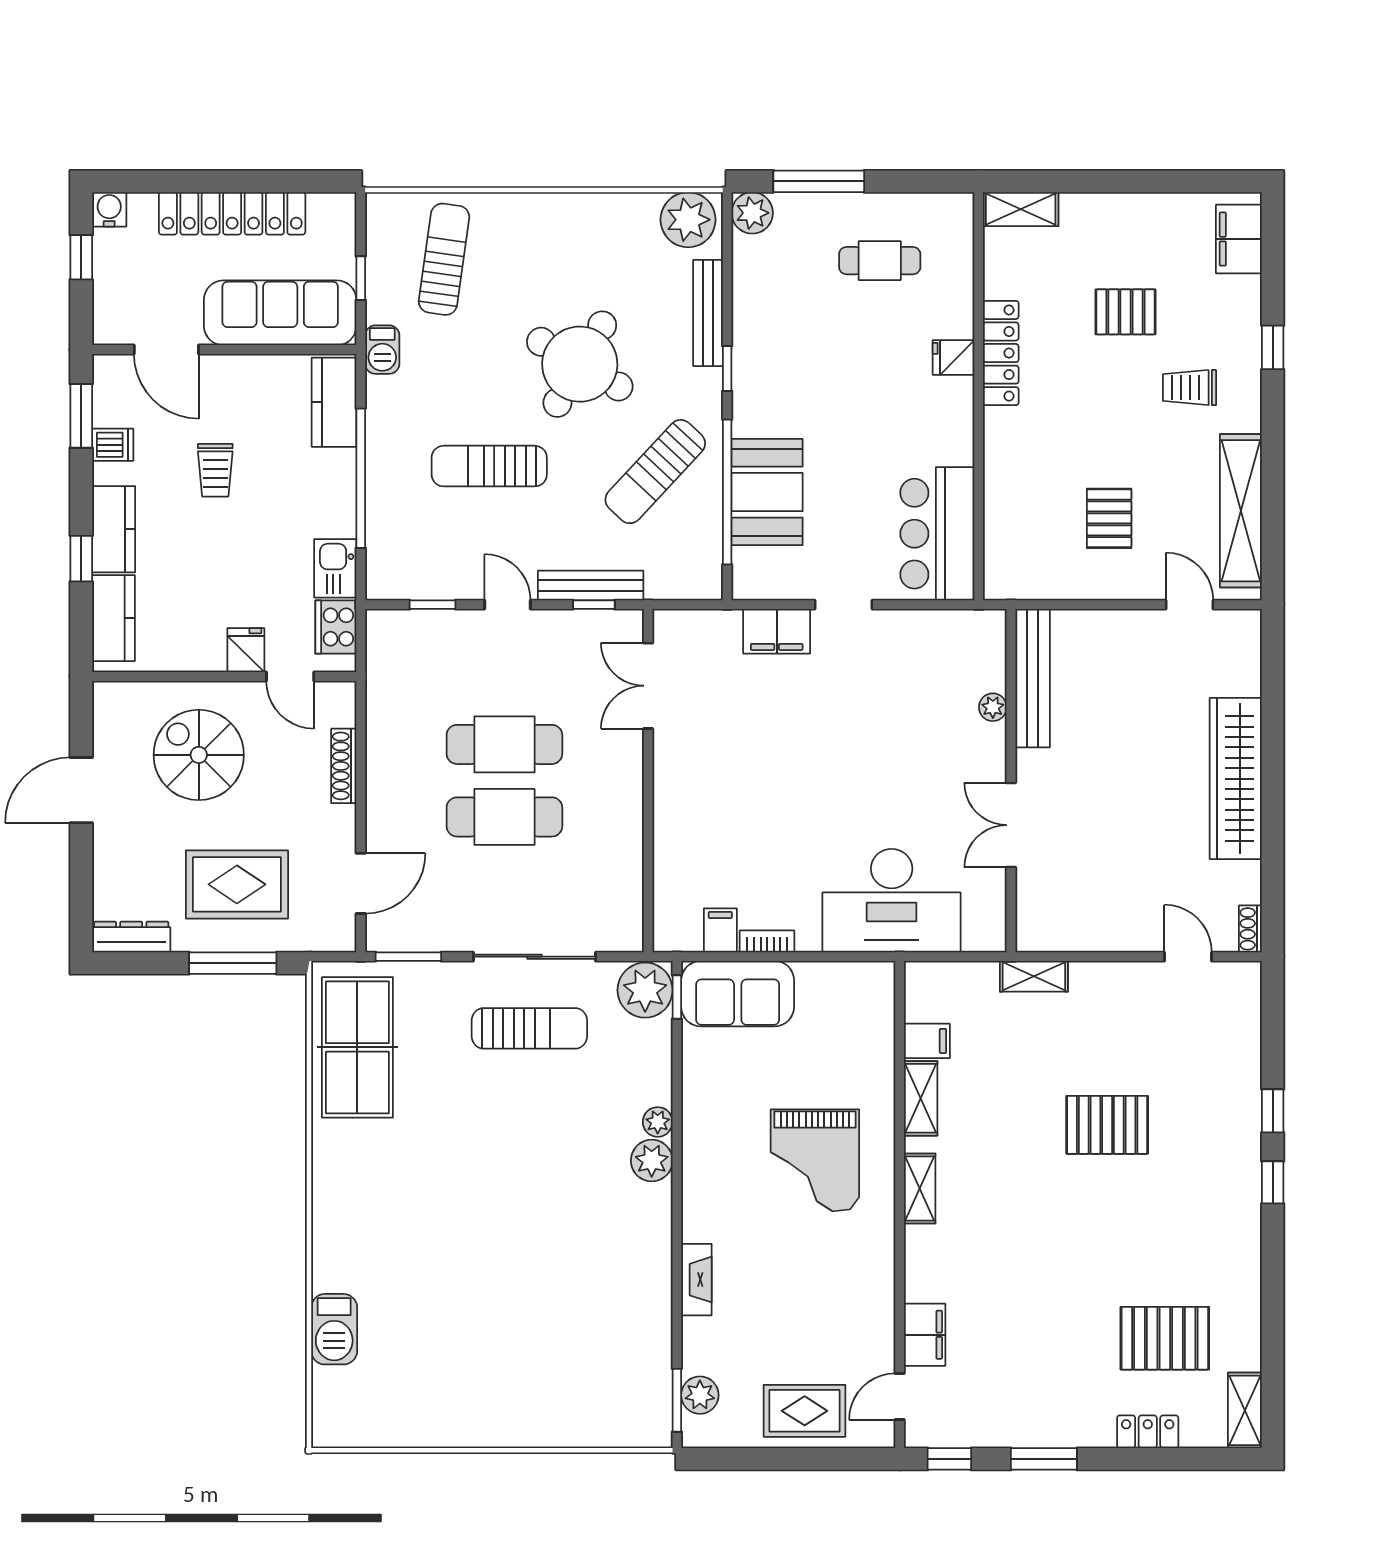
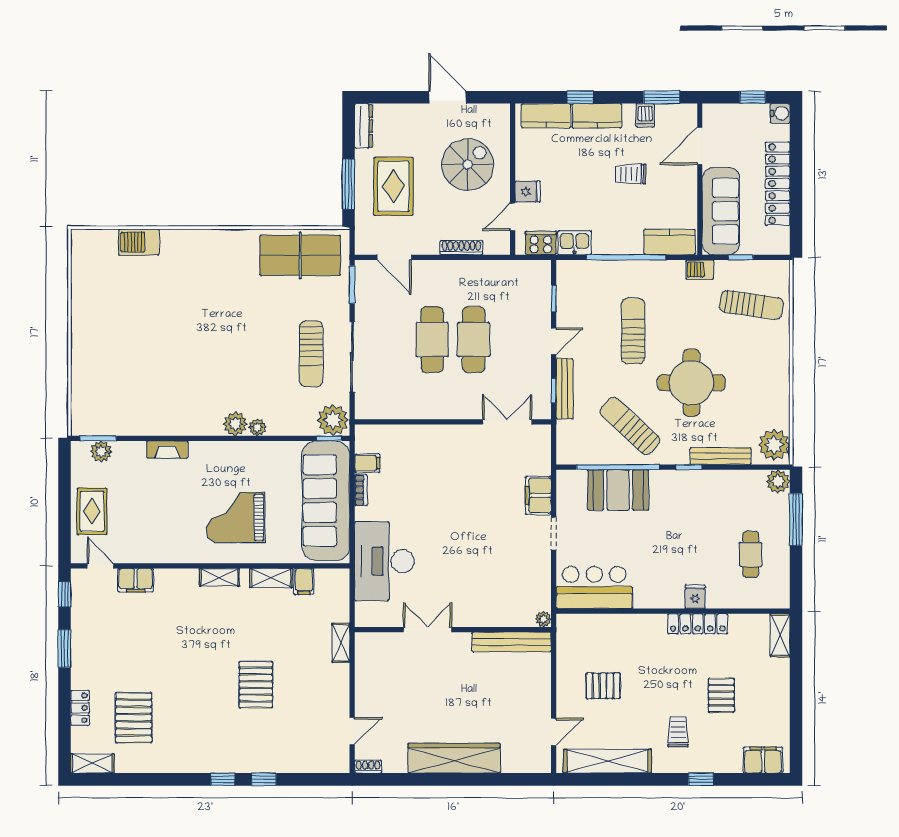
round table: (580, 364) -> (691, 383), turned -30
plant: (993, 707) -> (543, 619), moved
sofa: (738, 994) -> (326, 501), width x1.85, depth x1.27

